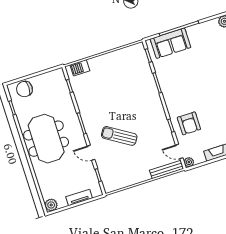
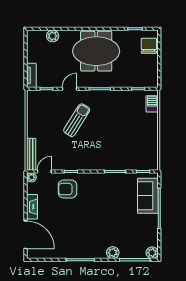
tv unit: (79, 197) -> (31, 75), moved
plant: (51, 205) -> (53, 36), moved

